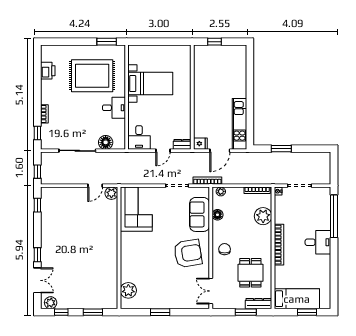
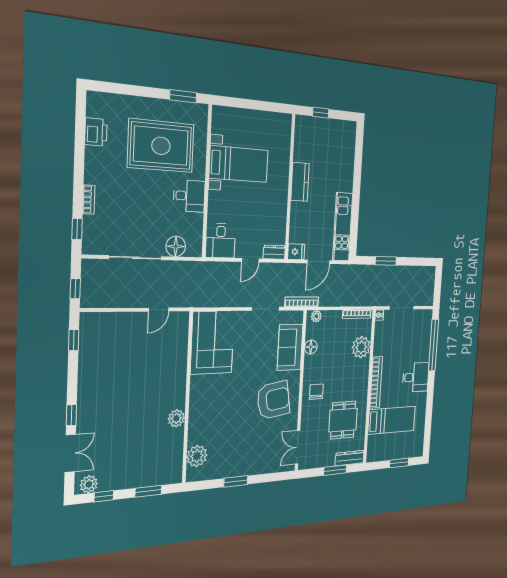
kitchen counter: (200, 93) -> (300, 182), added
plant: (111, 193) -> (176, 418), moved
bed: (297, 299) -> (392, 420), moved

